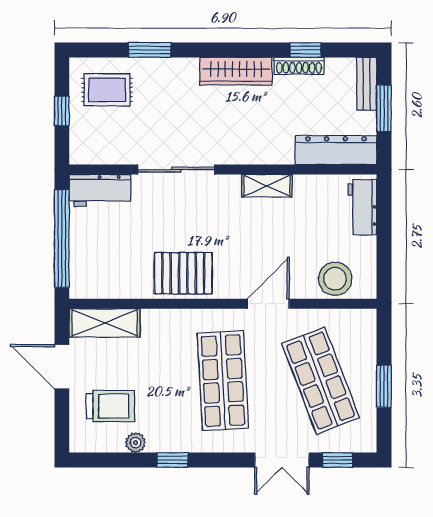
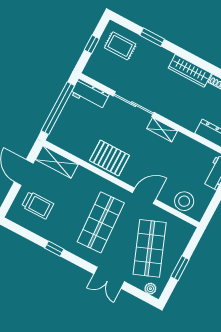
shelving: (267, 186) -> (162, 130), moved
plant: (136, 443) -> (150, 289), moved
window: (338, 460) -> (137, 293), removed

